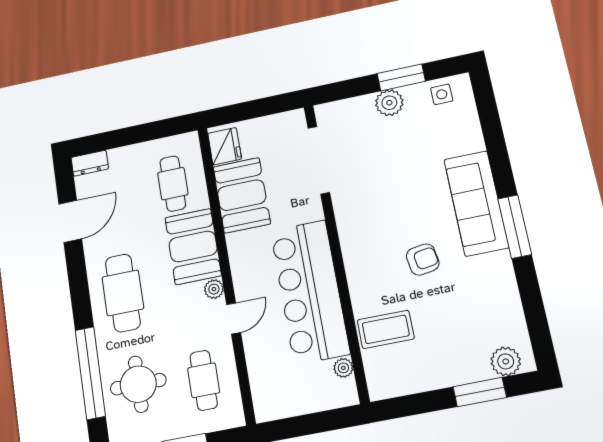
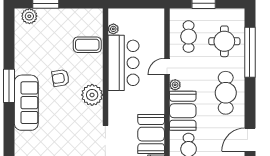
plant: (359, 241) -> (92, 95), added
bar counter: (310, 292) -> (123, 63), width x0.73

